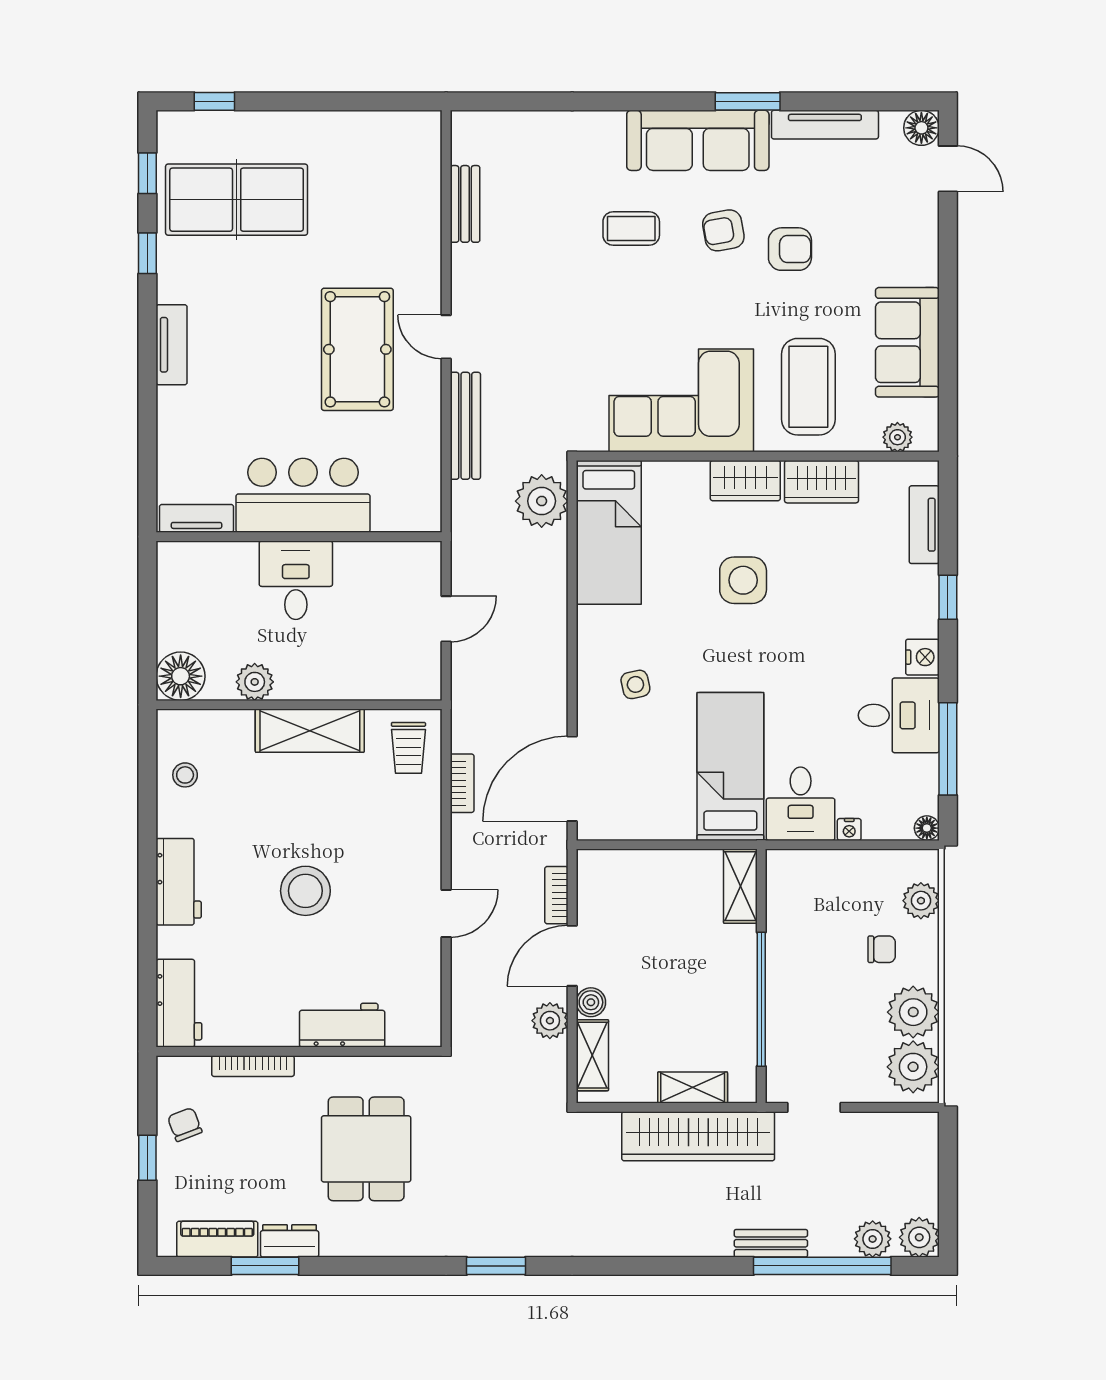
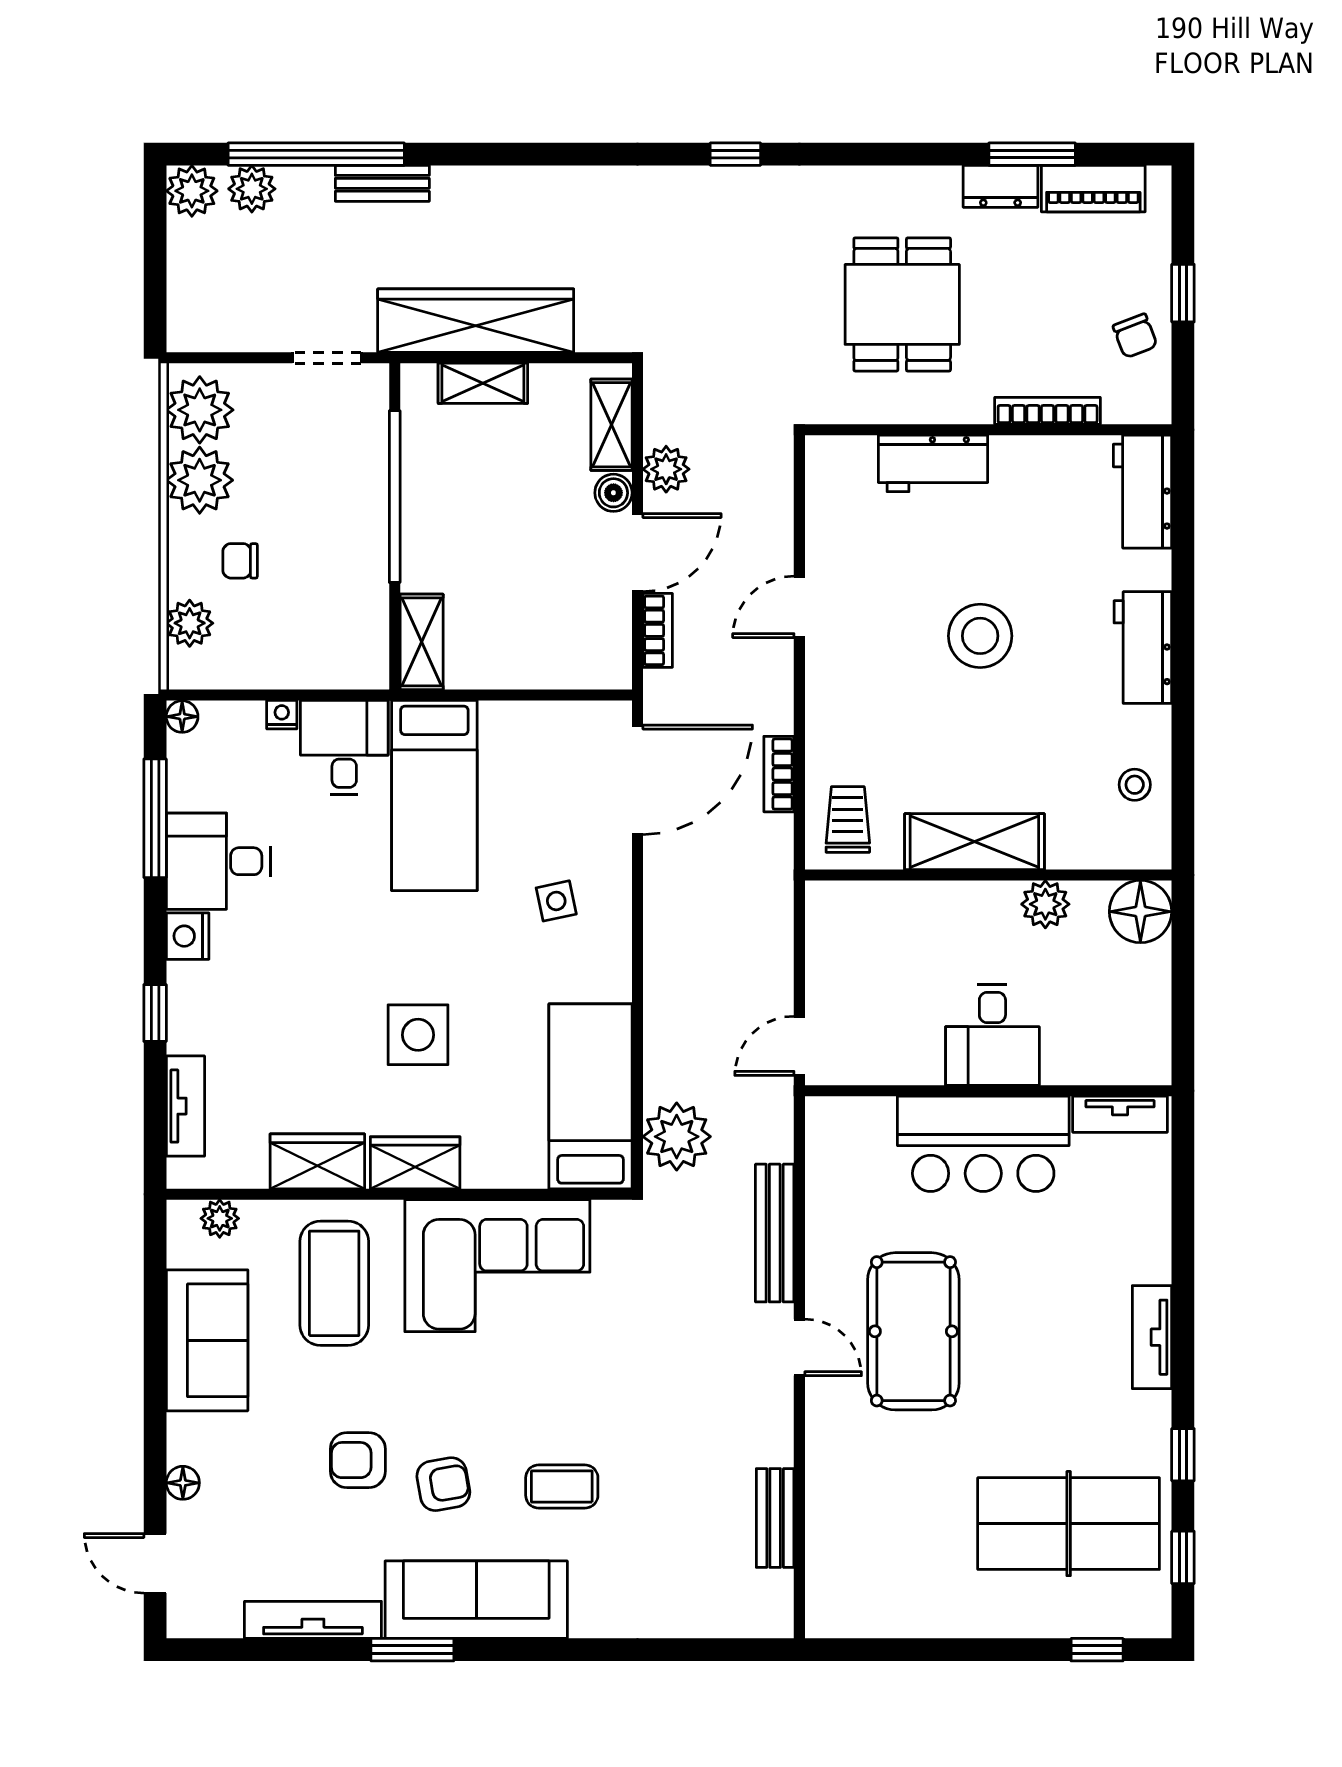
floor lamp: (921, 128) -> (183, 1483), moved, width x0.73, depth x0.73
door: (446, 619) -> (799, 1046), moved
window: (496, 1266) -> (735, 154), width x0.67

